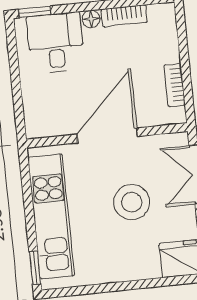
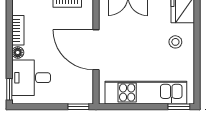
window: (20, 118) -> (78, 107), added
stool: (132, 202) -> (175, 42), moved, width x0.53, depth x0.53

